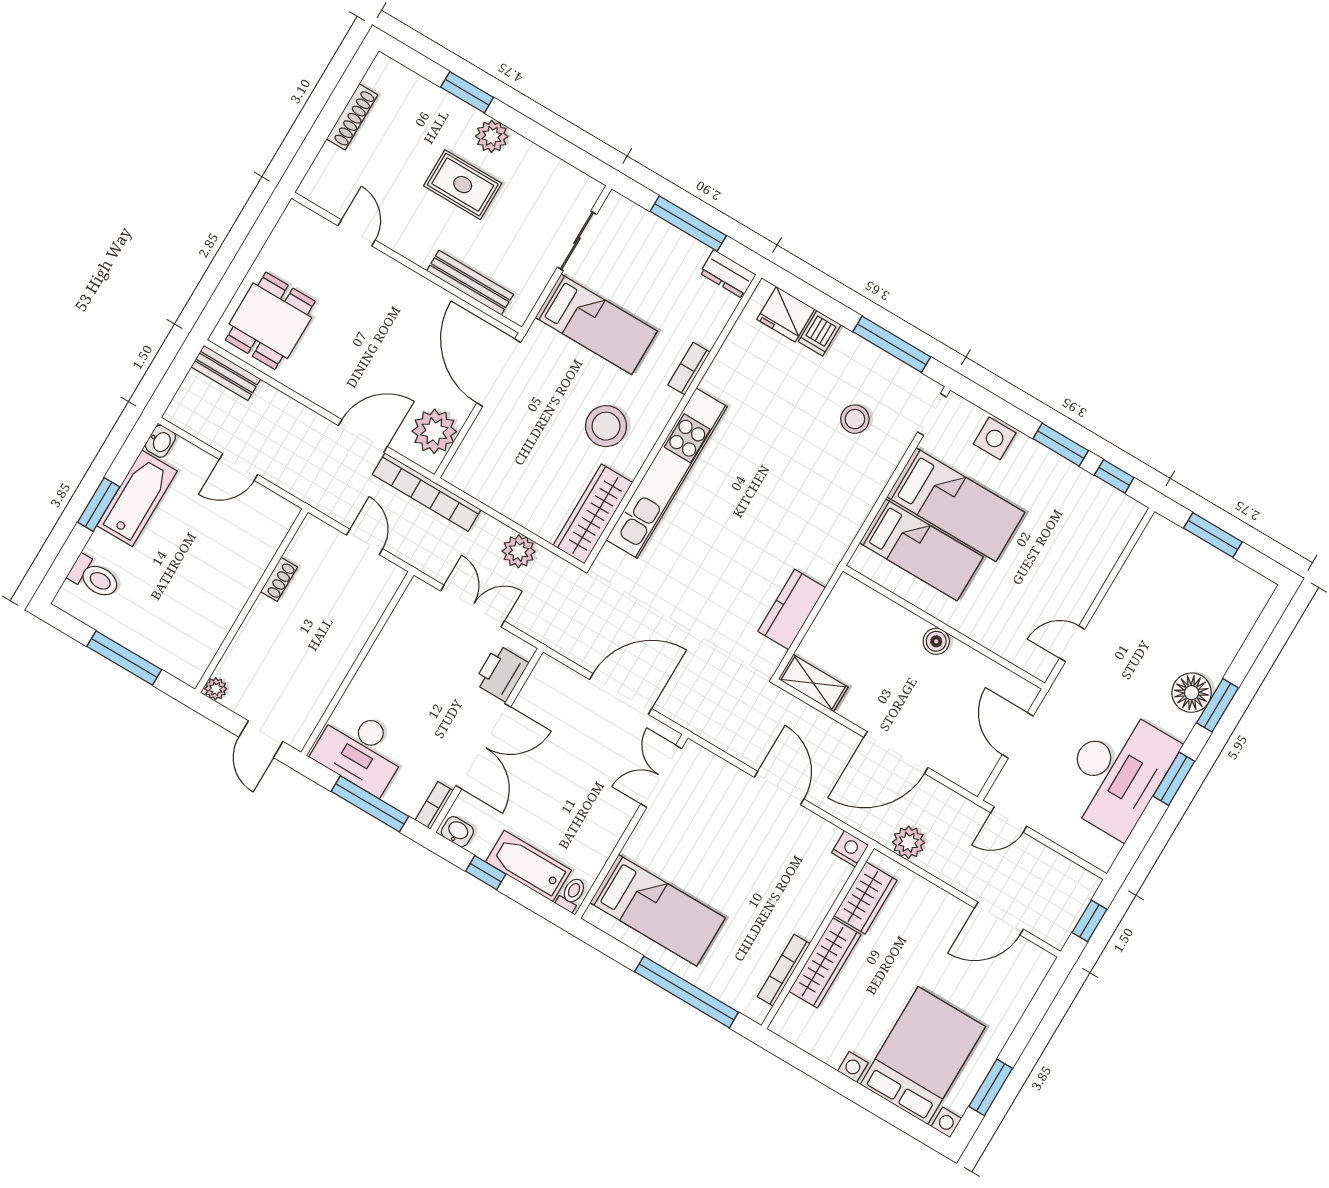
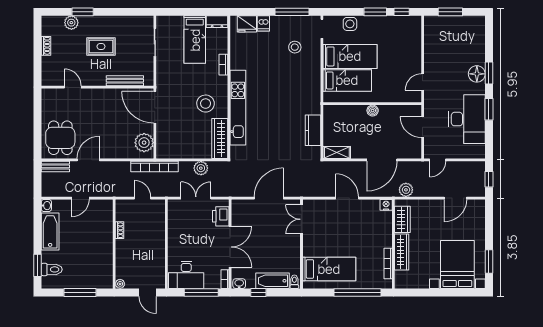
shoe rack: (352, 117) -> (46, 46), width x0.70
plant: (492, 136) -> (71, 23), moved
window: (688, 224) -> (192, 12), removed
bed: (596, 324) -> (195, 40), moved, turned 90
door: (363, 436) -> (88, 160), moved
window: (99, 504) -> (38, 265), moved

